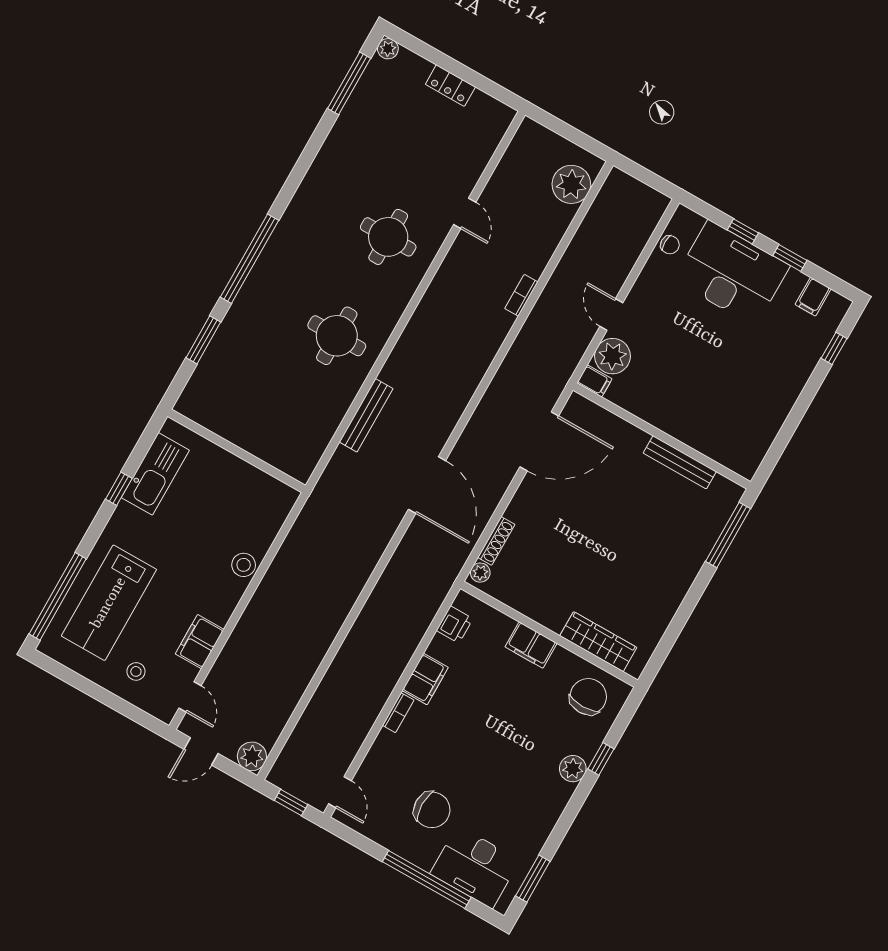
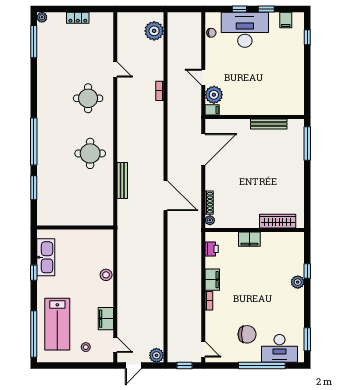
chair: (588, 697) -> (287, 247), removed

